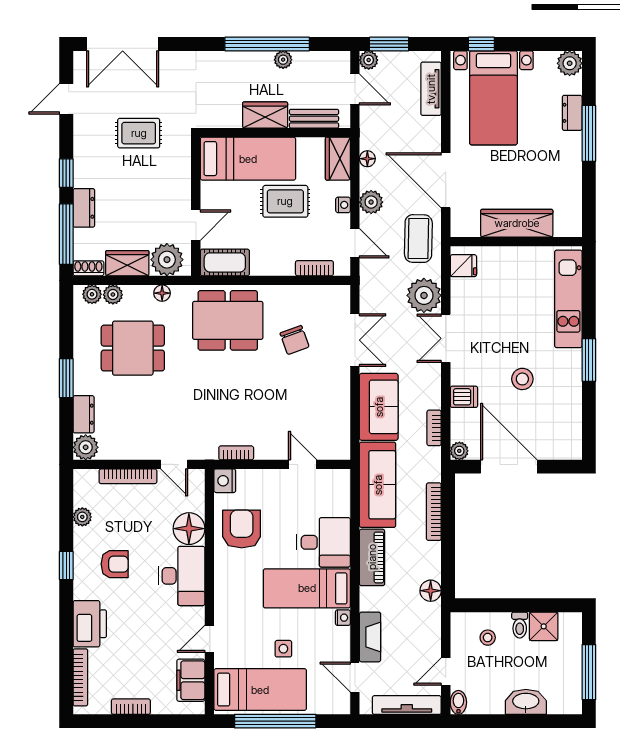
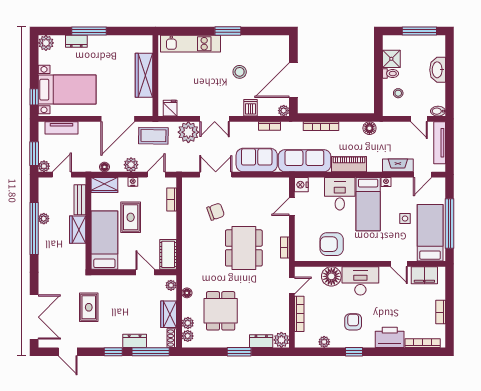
plant: (167, 260) -> (171, 285), width x0.53, depth x0.53
dining table: (228, 320) -> (244, 248), moved
nightstand: (225, 481) -> (301, 185), moved, turned 90

